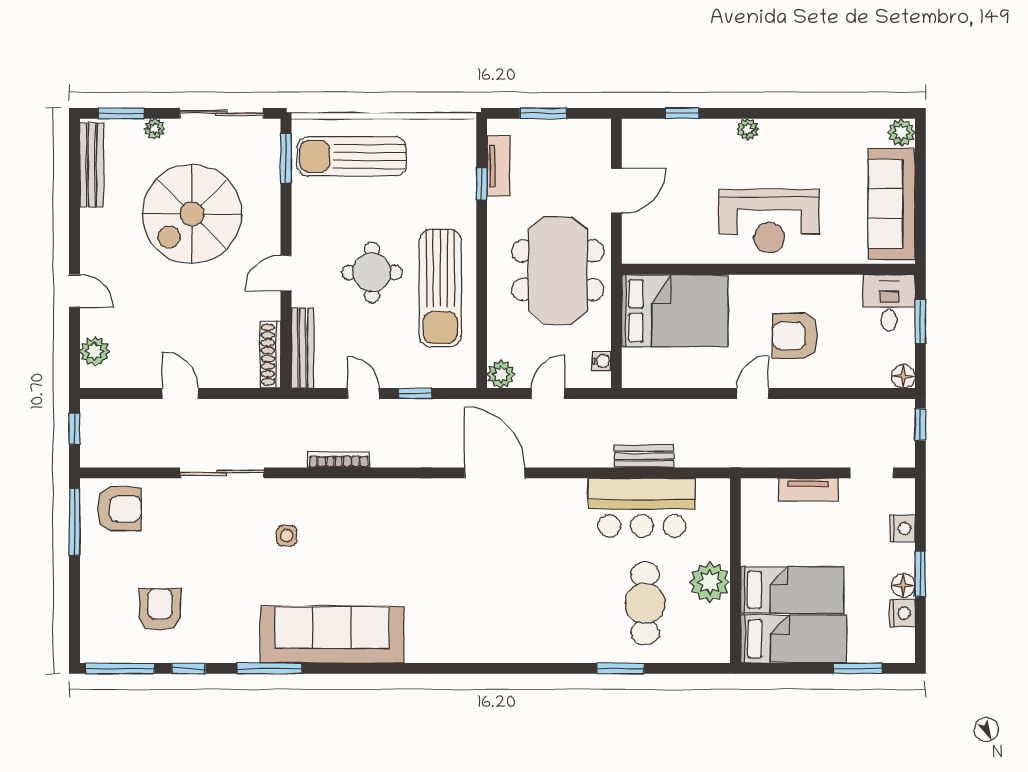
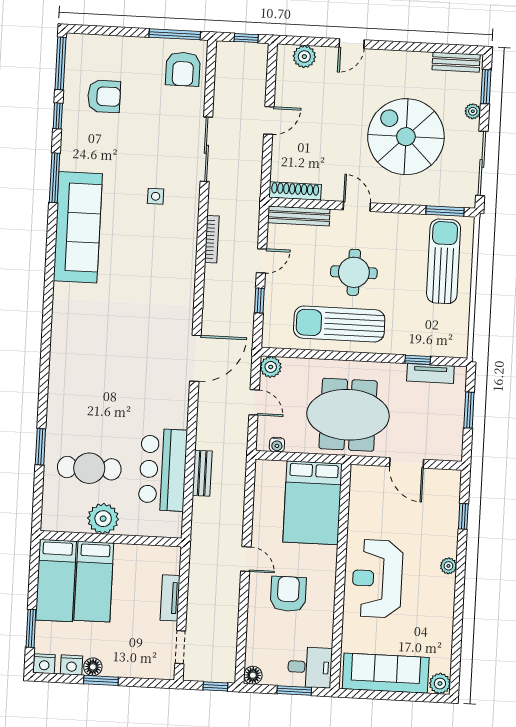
bench: (92, 165) -> (456, 62), width x0.73
nightstand: (903, 528) -> (44, 664), moved

